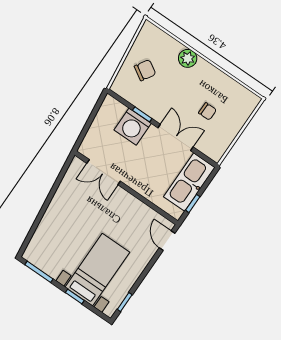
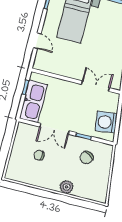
chair: (145, 70) -> (87, 157), moved
washing machine: (133, 127) -> (106, 122), moved, turned -97
door: (167, 241) -> (37, 41), moved

